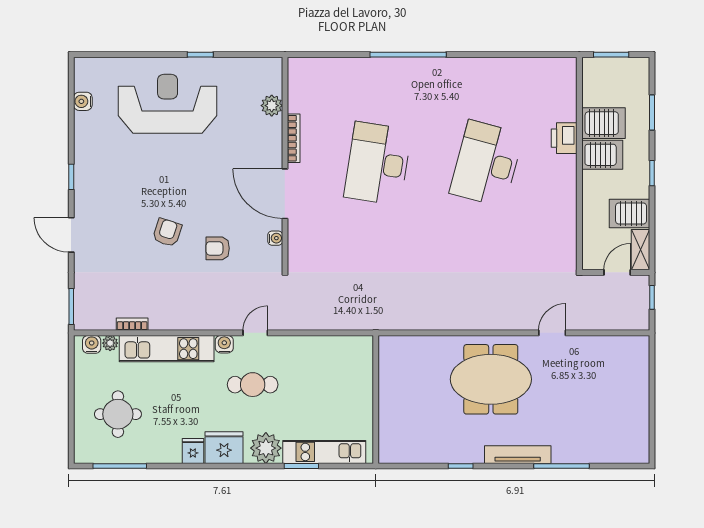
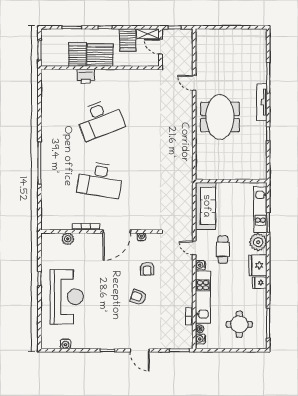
reception desk: (168, 104) -> (67, 297), turned 180
server rack: (602, 155) -> (100, 55), width x1.60
desk: (486, 164) -> (100, 119), turned -36
door: (71, 235) -> (140, 350), hinge flipped
sofa: (331, 353) -> (206, 206), added

